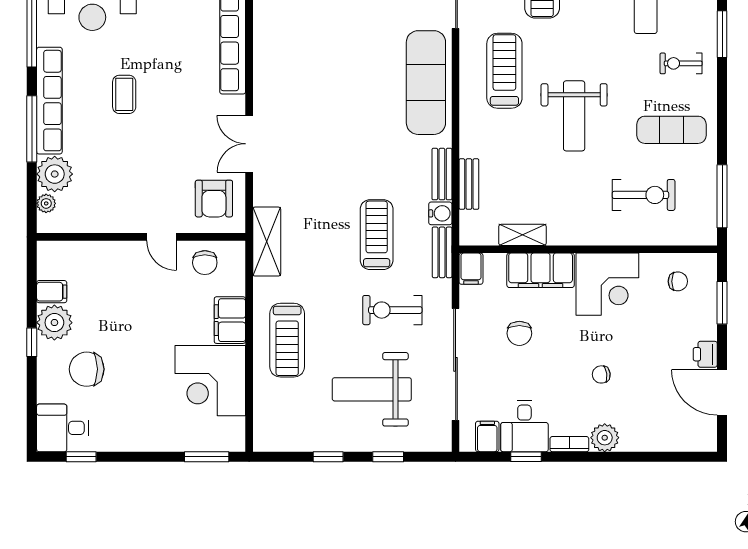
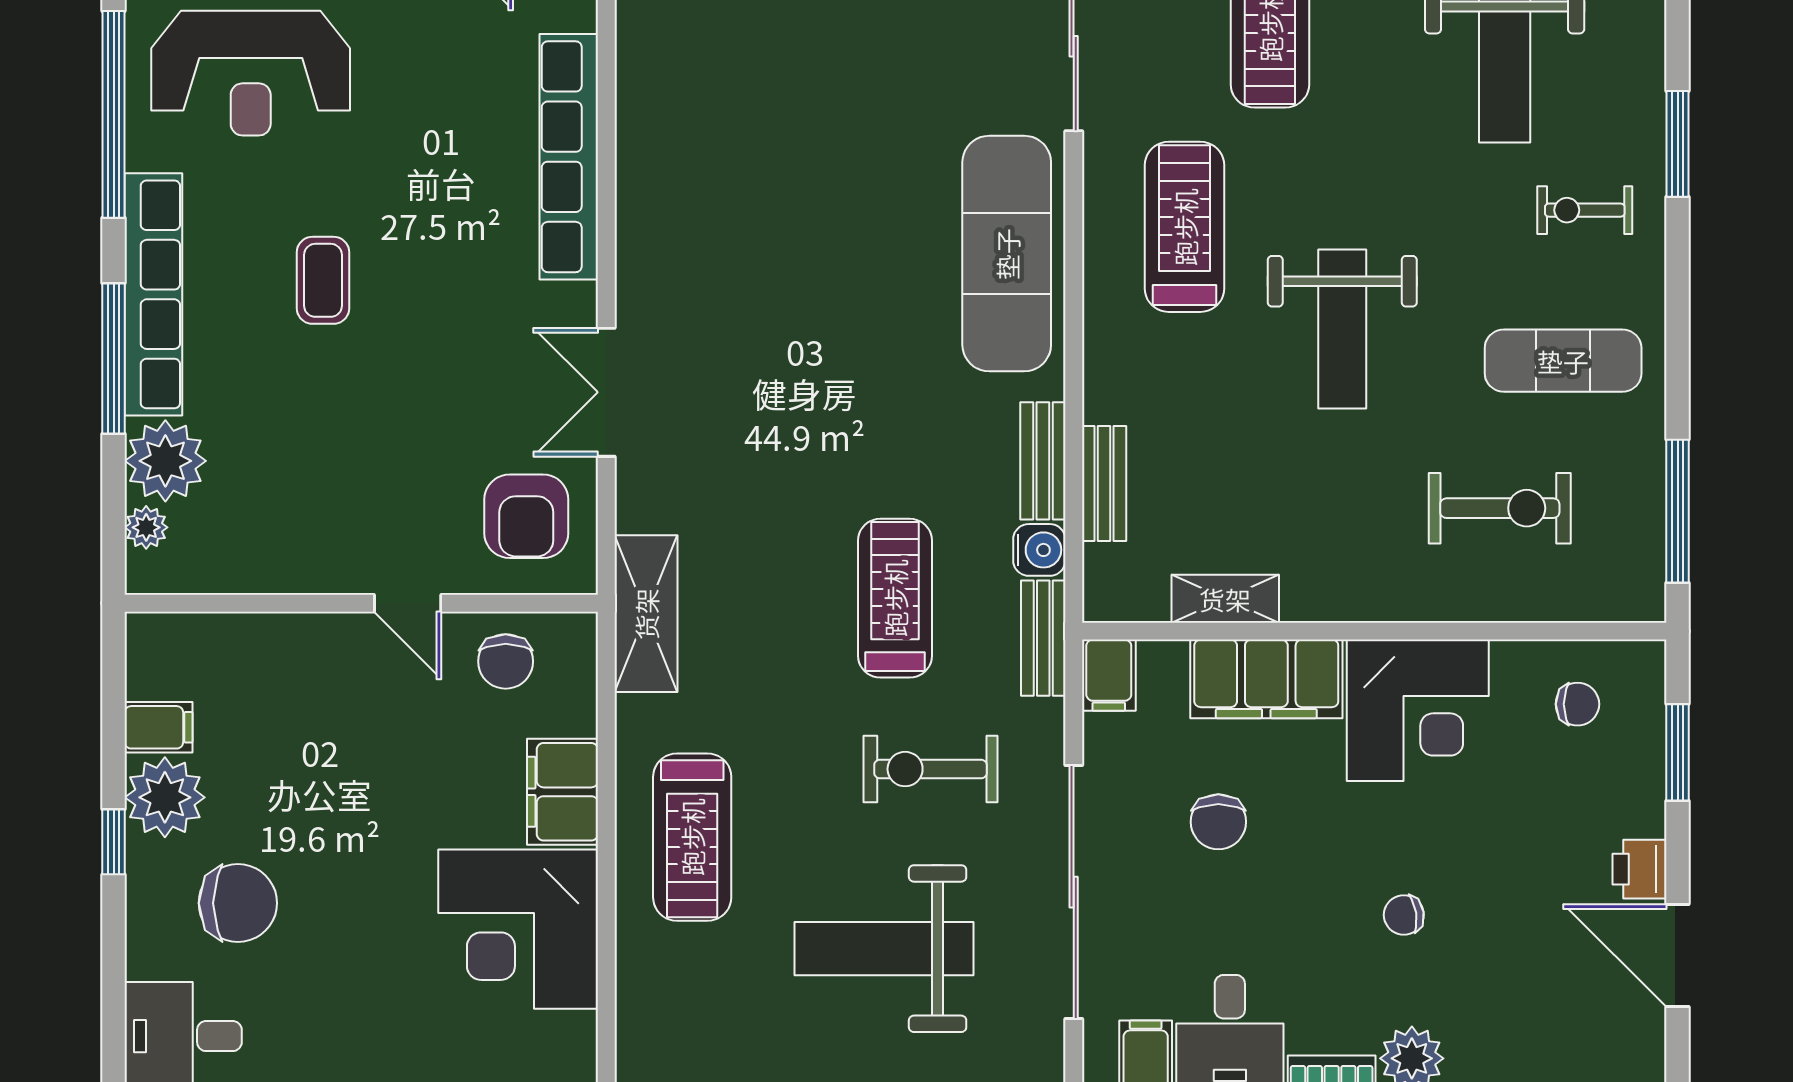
chair: (87, 369) -> (238, 903), turned 180

